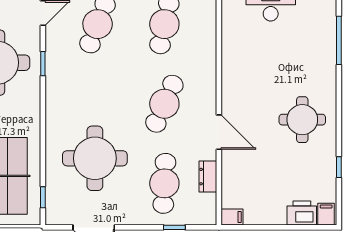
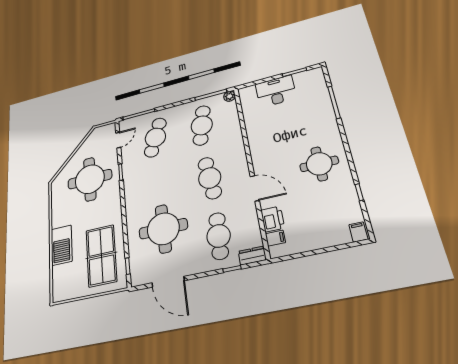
cafe table: (164, 104) -> (210, 178), turned -30
dresser: (208, 177) -> (252, 256), moved, turned 90
printer: (302, 213) -> (273, 219), moved, turned 90
filing cabinet: (232, 217) -> (275, 238), moved

